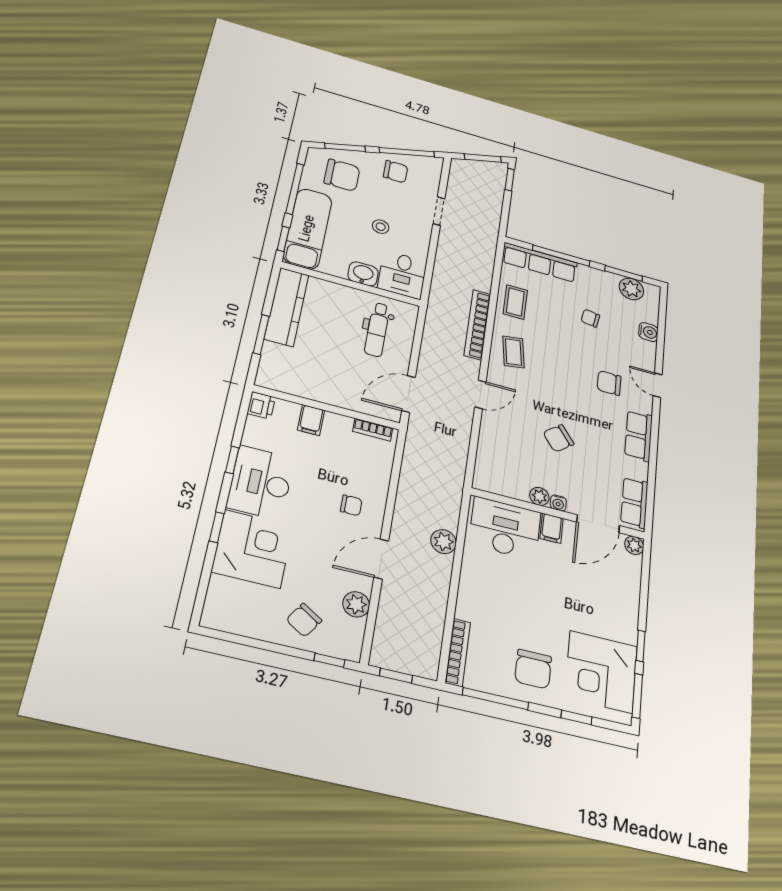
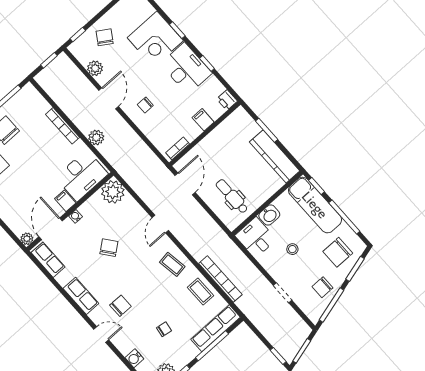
bookcase: (477, 325) -> (220, 279), moved
plant: (539, 496) -> (113, 192), moved, width x1.87, depth x1.87
bookcase: (458, 652) -> (63, 126), moved

